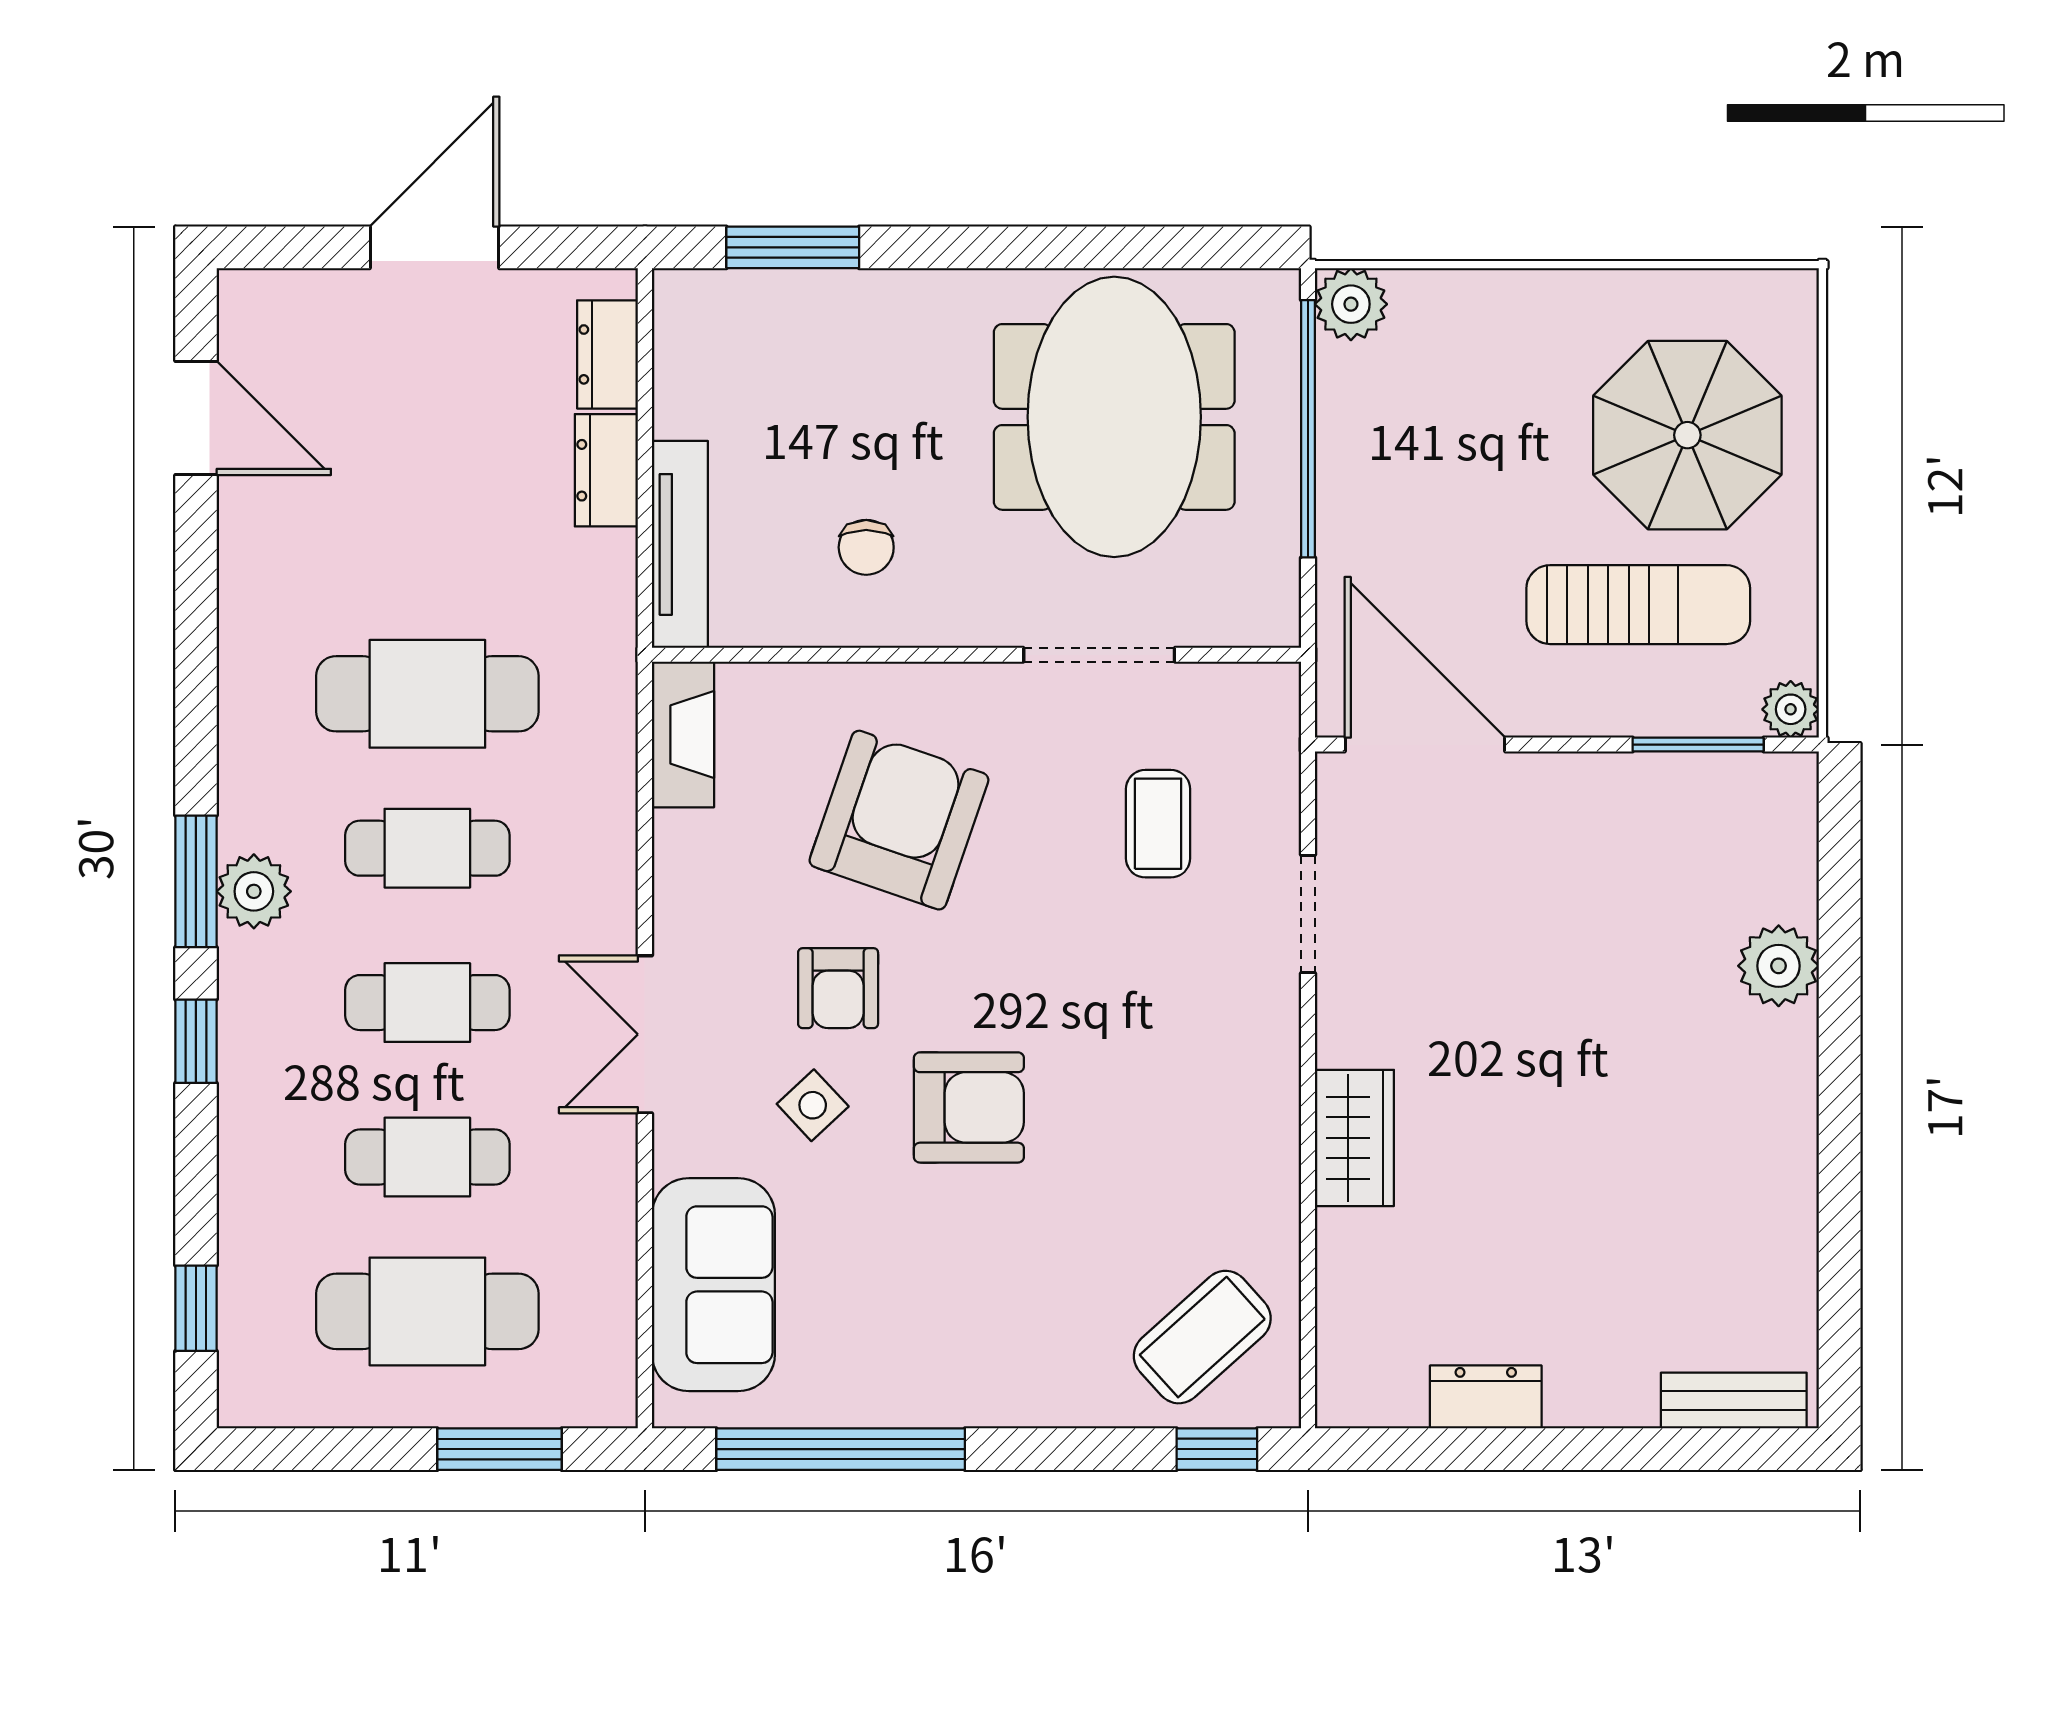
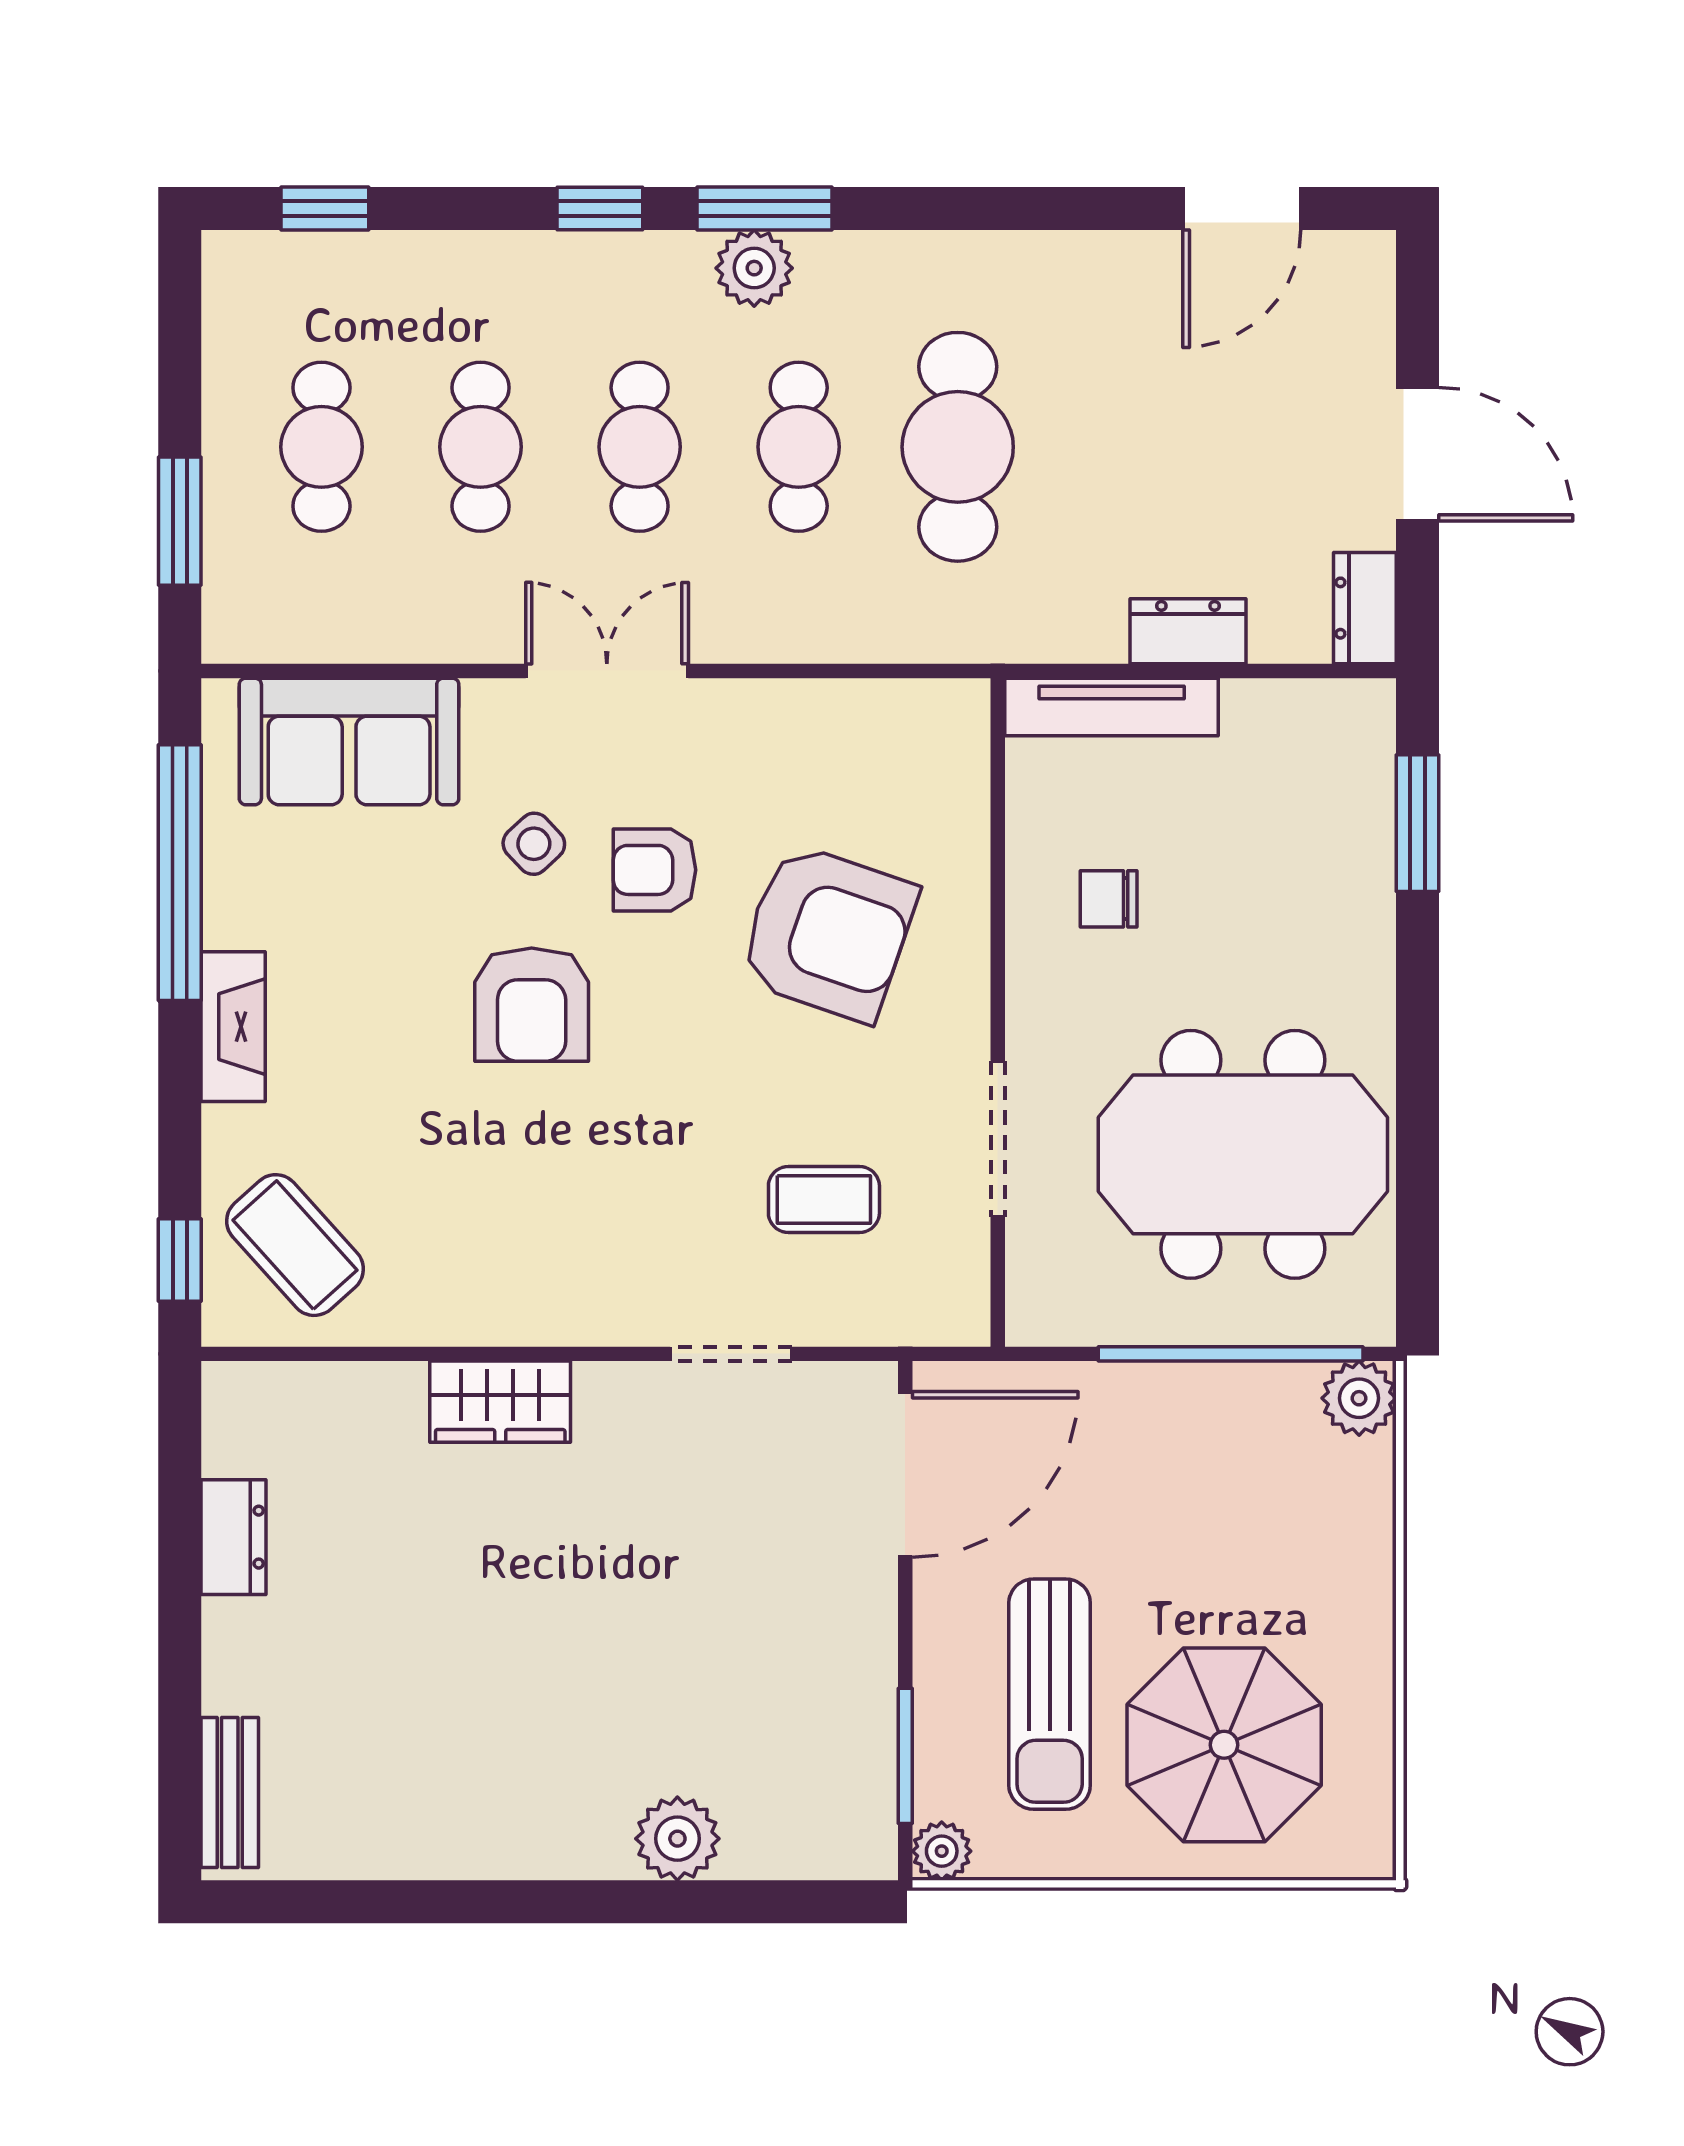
dresser: (608, 354) -> (1365, 608), moved, turned -90
fireplace: (683, 735) -> (233, 1027), moved, turned -90
cafe table: (427, 1311) -> (321, 447), width x0.73, depth x0.74

